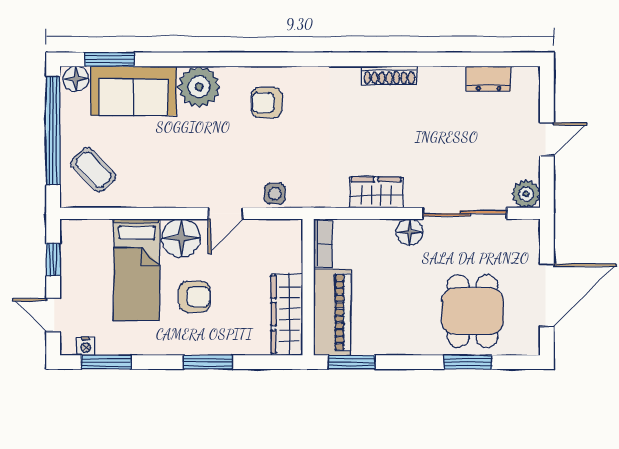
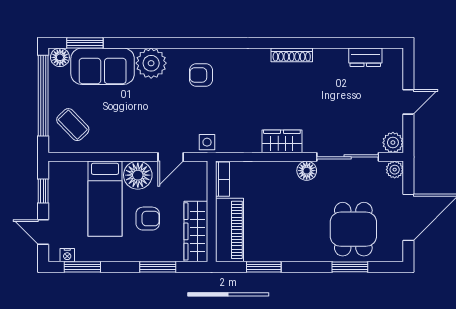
plant: (528, 231) -> (395, 170), added
bookcase: (323, 243) -> (222, 179), moved
wall: (308, 287) -> (212, 211), moved
piano: (332, 312) -> (229, 230), moved
wardrobe: (287, 314) -> (196, 231), moved

